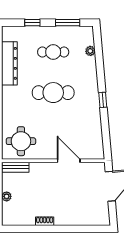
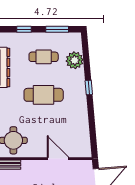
plant: (90, 51) -> (75, 60), width x1.88, depth x1.88
window: (103, 100) -> (89, 87), moved

